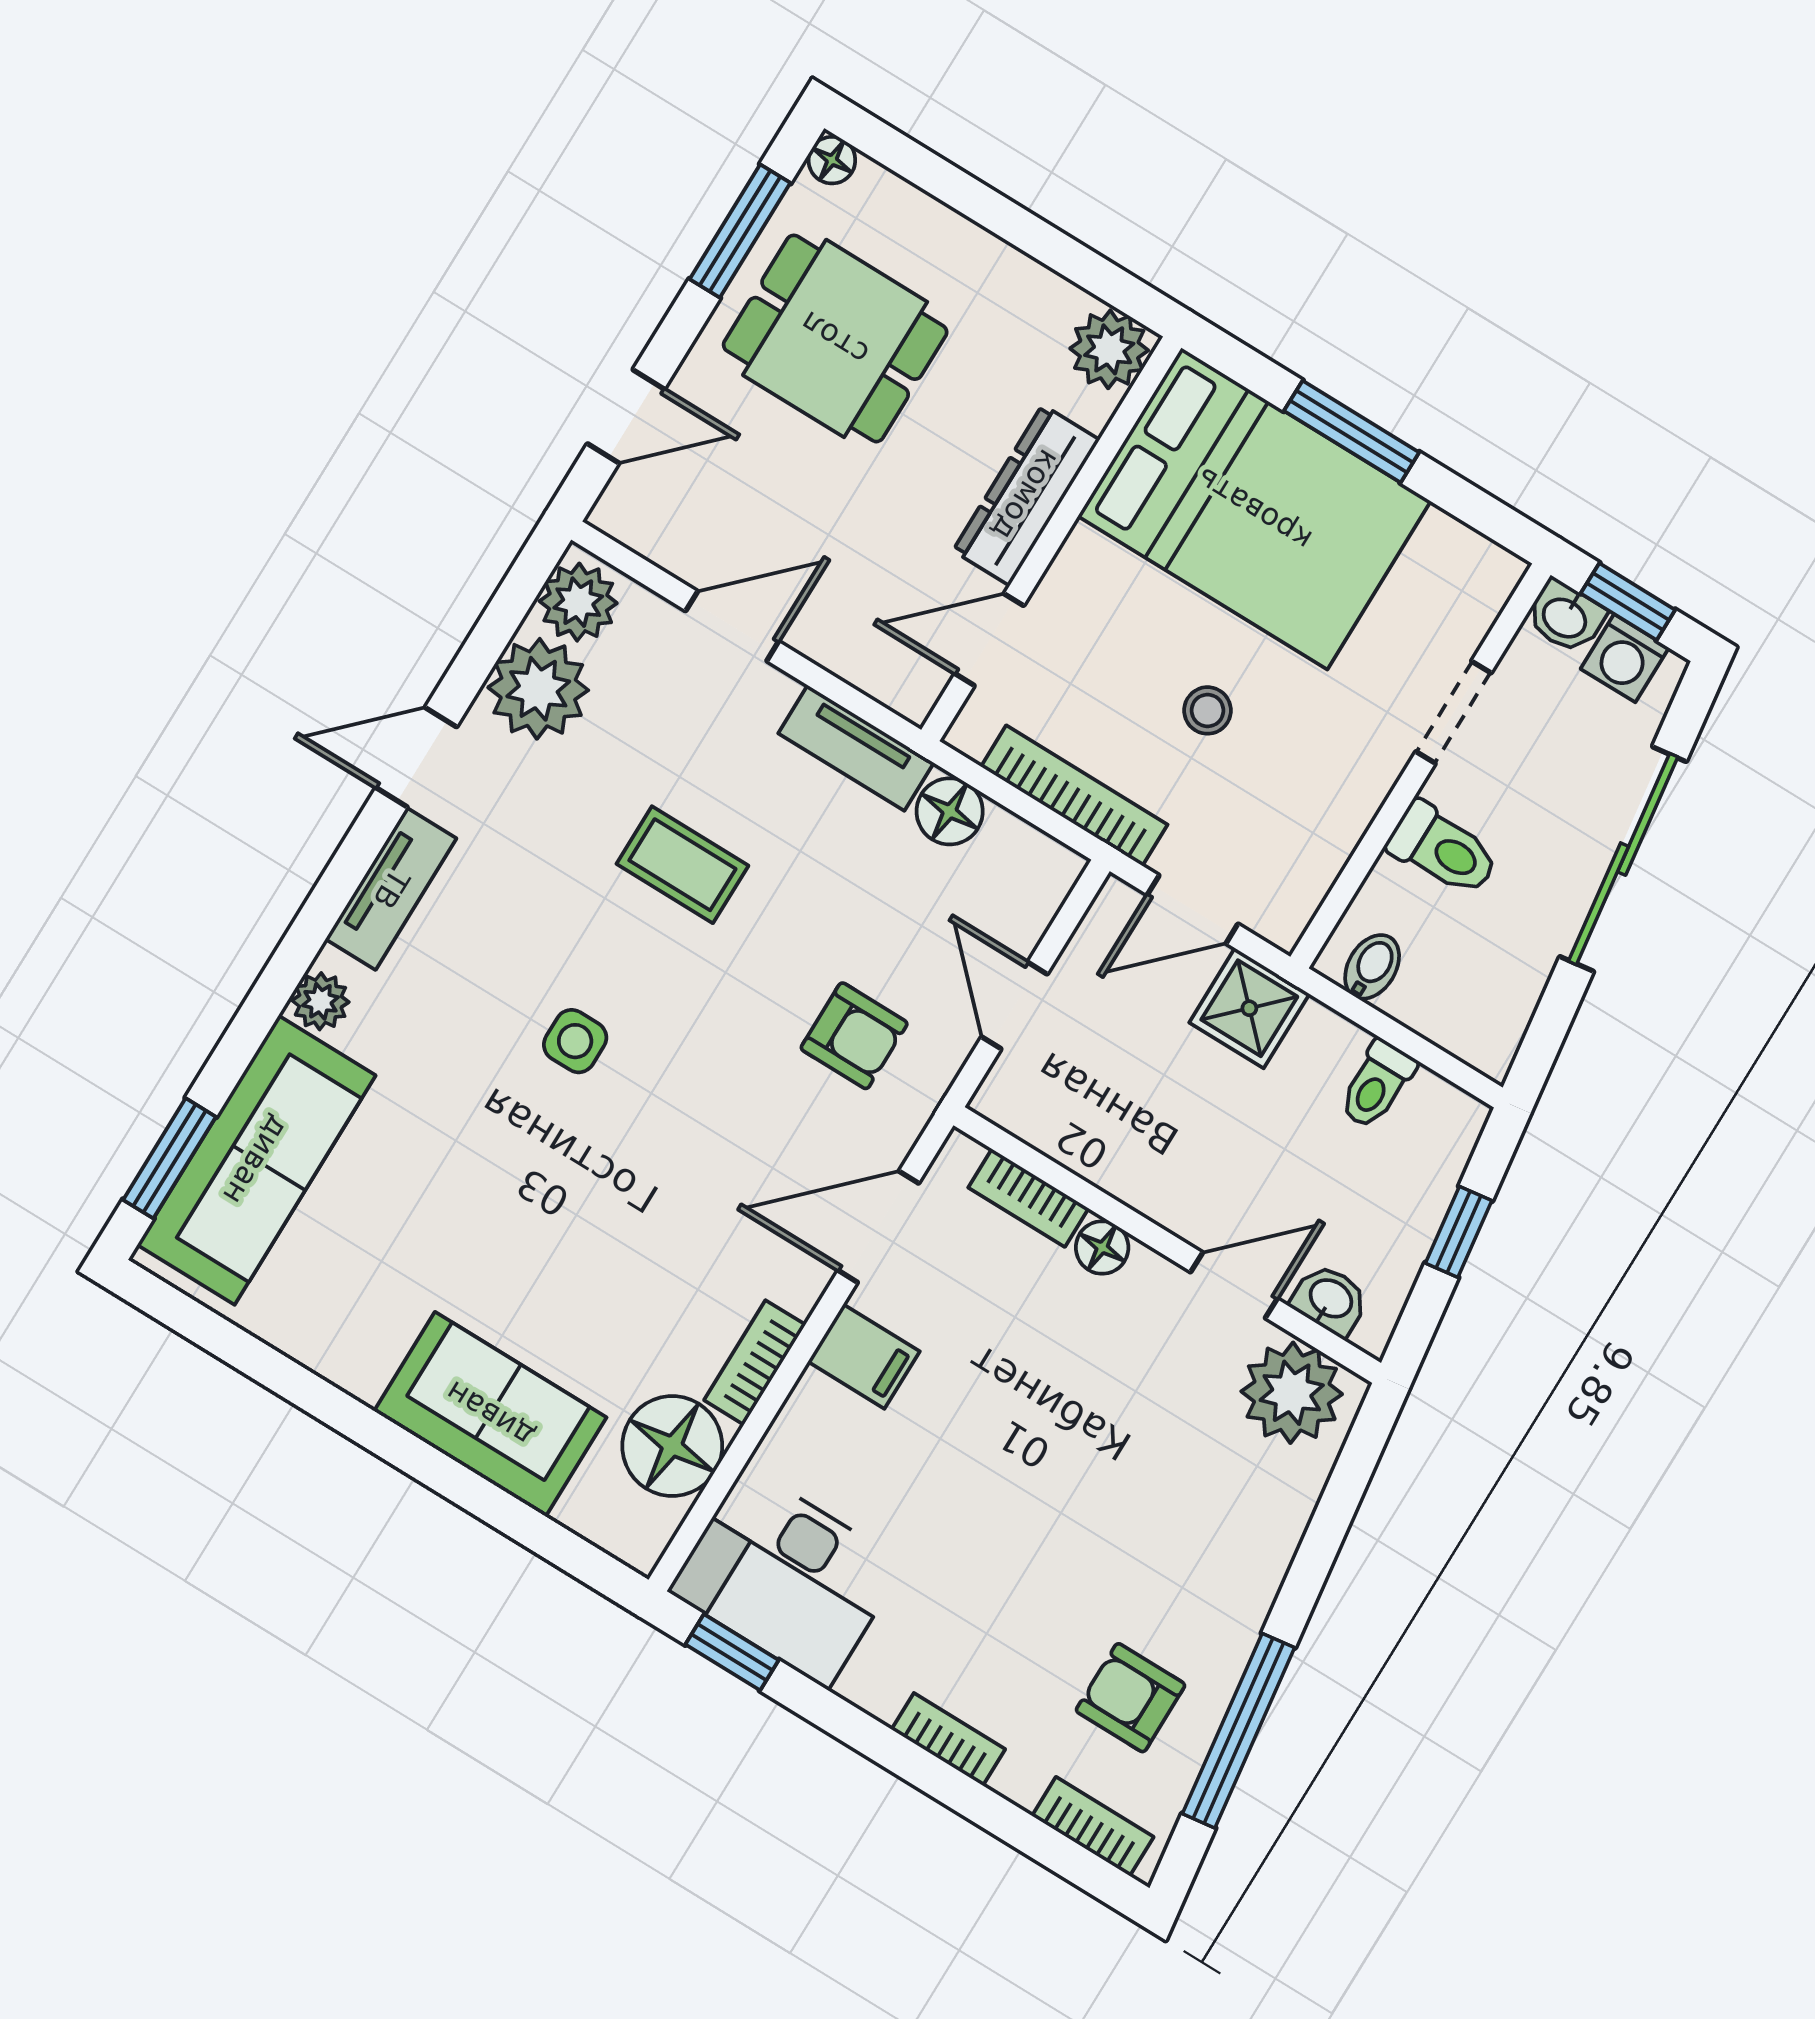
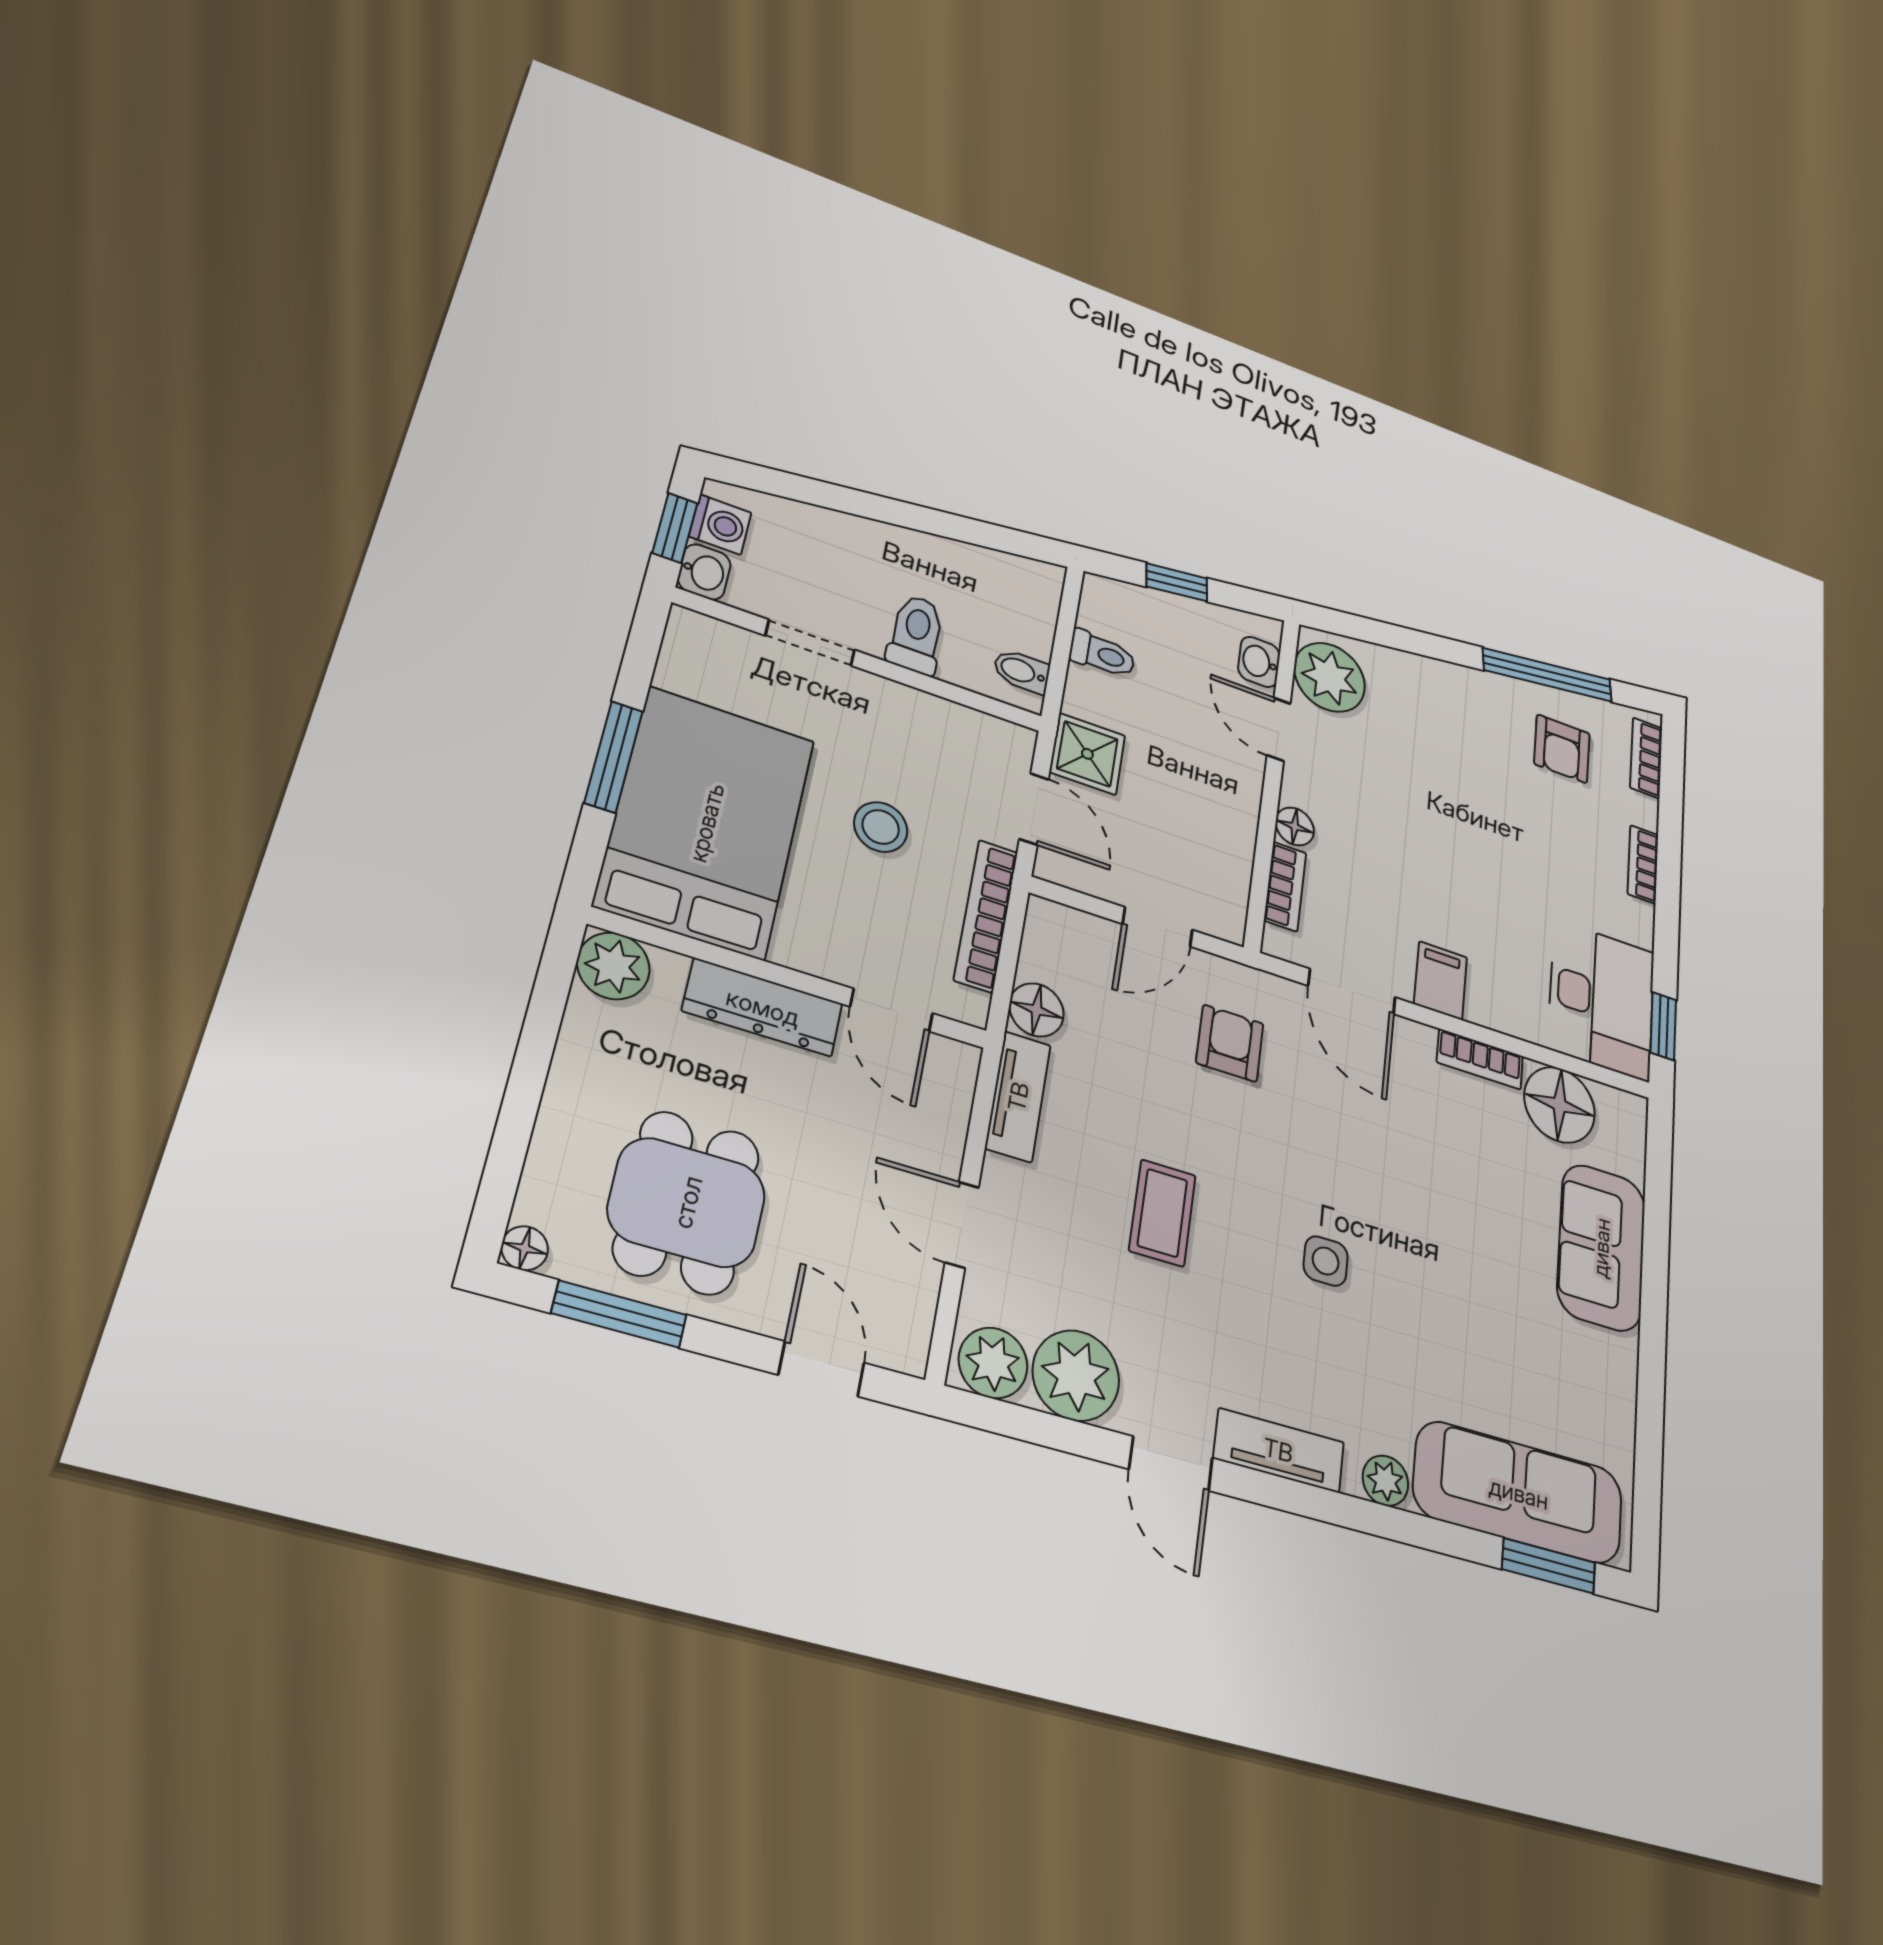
stool: (1208, 710) -> (881, 827), width x1.37, depth x1.37
sliding door: (1623, 859) -> (872, 506), removed

